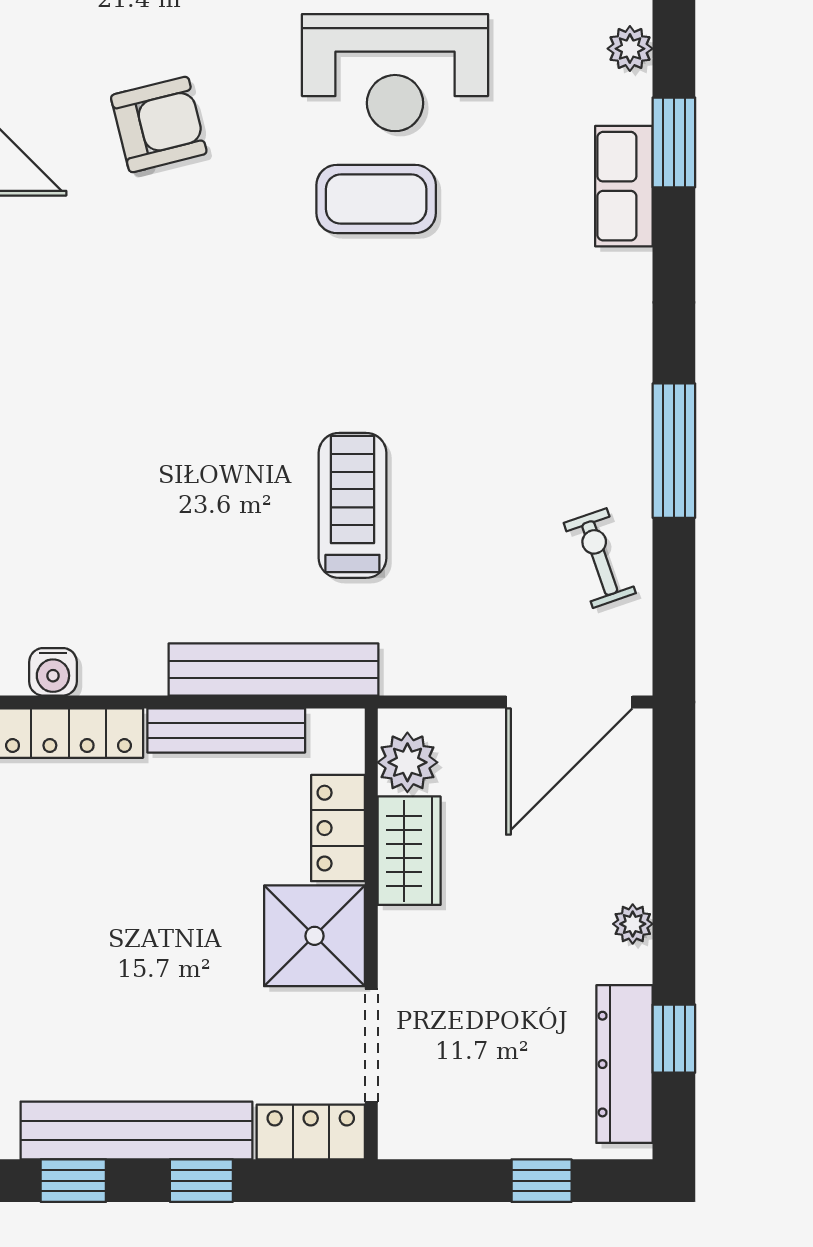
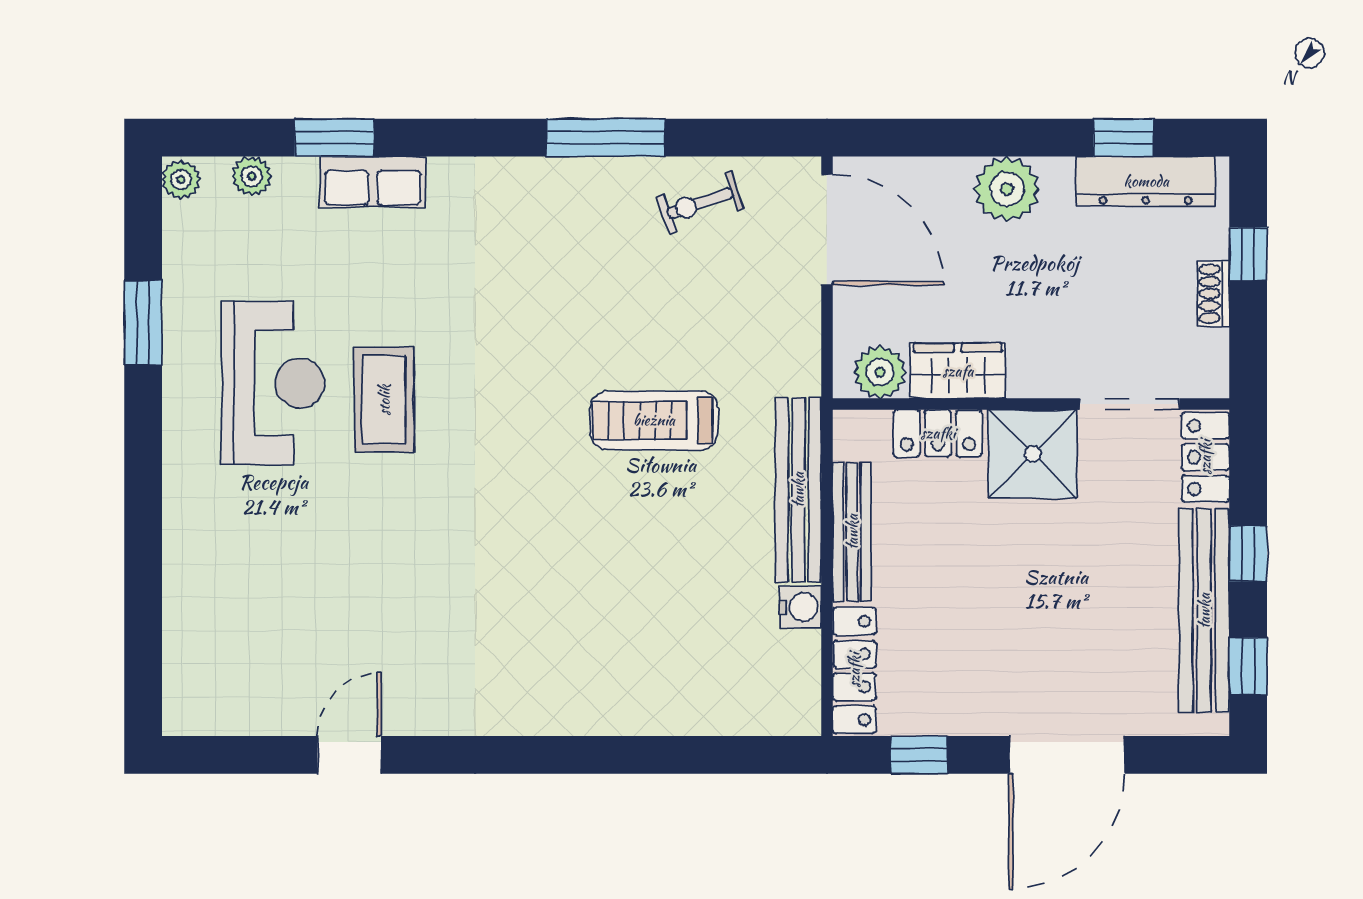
armchair: (159, 124) -> (319, 591), removed
water cooler: (53, 672) -> (800, 607), moved
plant: (633, 924) -> (1007, 189), width x1.88, depth x1.88
shoe rack: (497, 1141) -> (1213, 294), added

